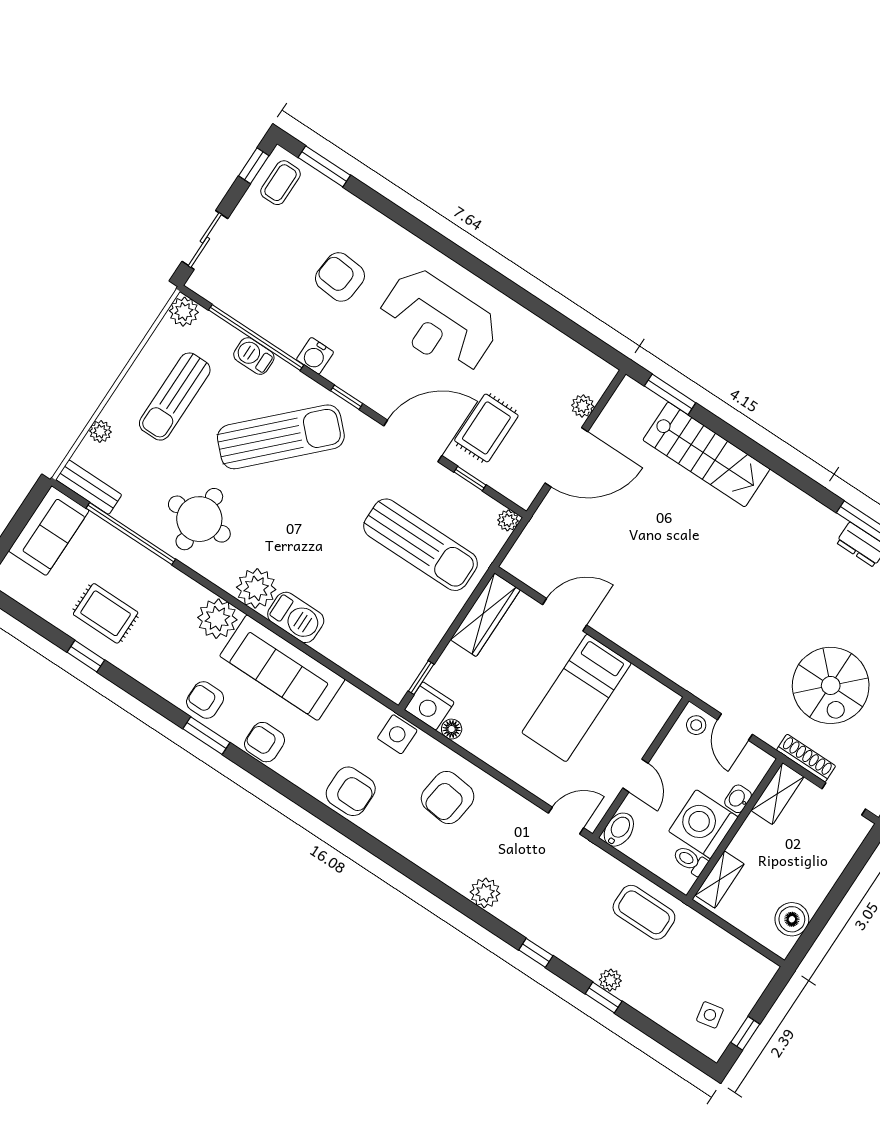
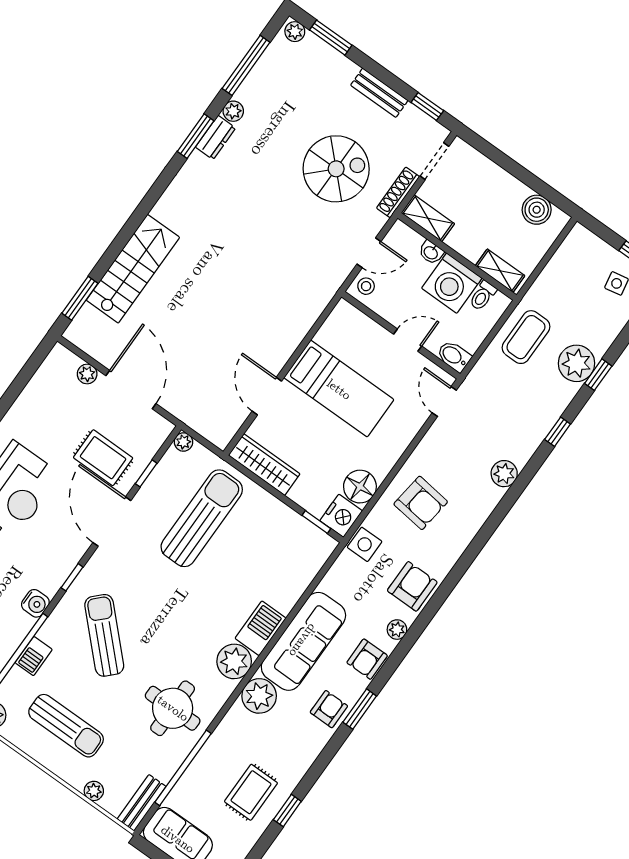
sun lounger: (281, 437) -> (104, 635), width x0.73, depth x0.75
armchair: (205, 700) -> (329, 709), turned 180
floor lamp: (452, 729) -> (360, 487), width x1.89, depth x1.89
plant: (300, 775) -> (397, 630), added
plant: (610, 980) -> (576, 363), width x1.88, depth x1.88

